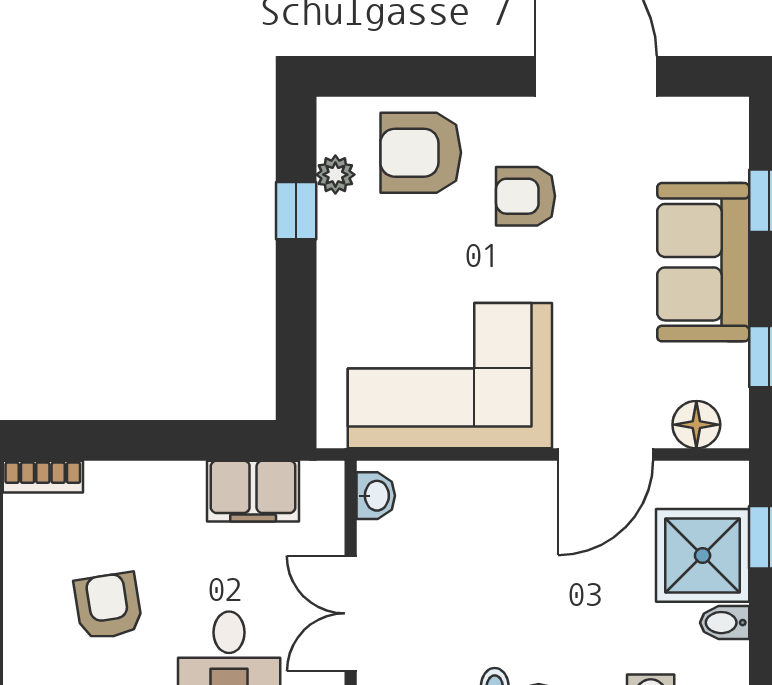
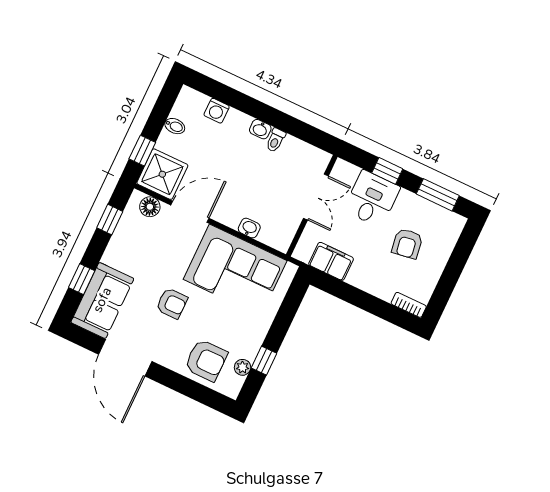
armchair: (526, 196) -> (172, 303), moved
sofa: (703, 262) -> (102, 300), moved
washbasin: (376, 496) -> (249, 228), moved, turned 90
shower: (703, 555) -> (162, 174), moved

